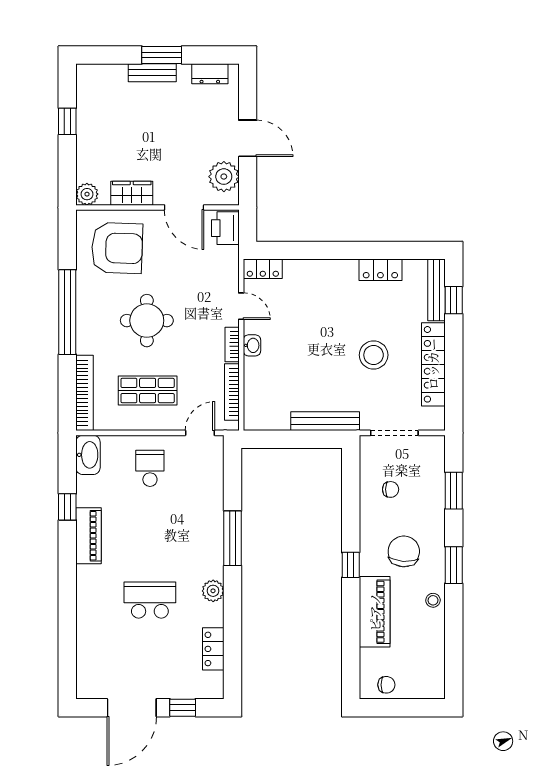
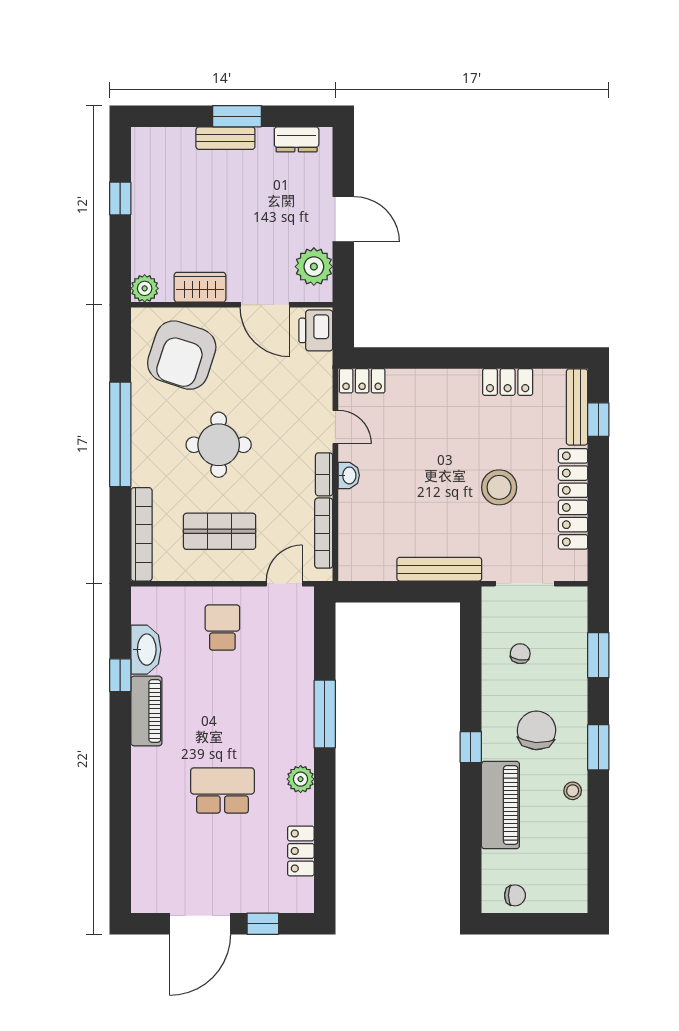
armchair: (117, 248) -> (182, 355), turned 106
washbasin: (88, 455) -> (146, 650), moved
chair: (391, 489) -> (520, 654), turned -81

